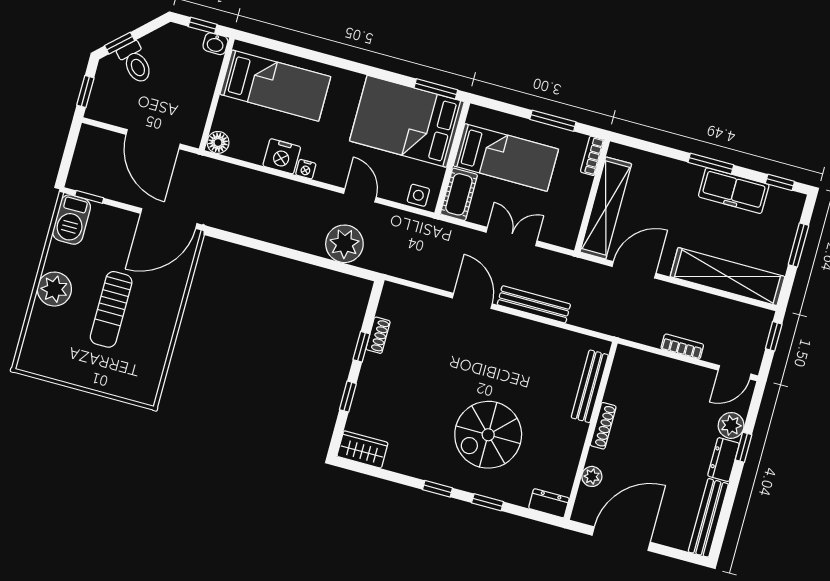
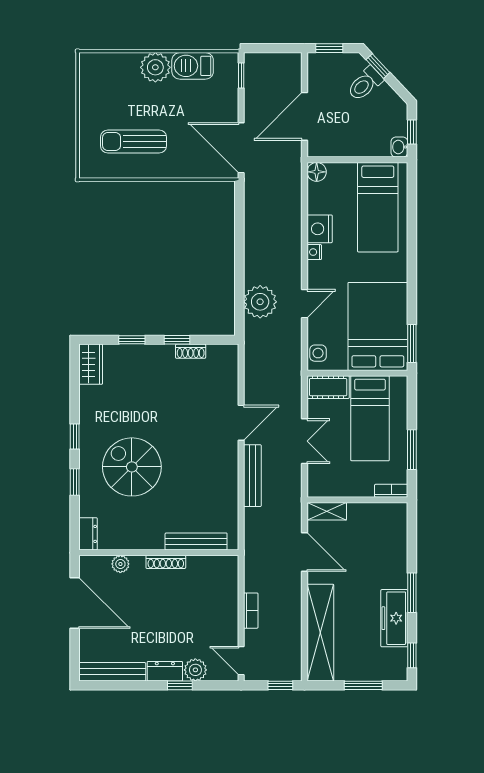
shelving: (606, 208) -> (327, 511), width x0.45, depth x0.75
barbecue: (72, 220) -> (193, 66), moved
sun lounger: (111, 309) -> (133, 142), moved

